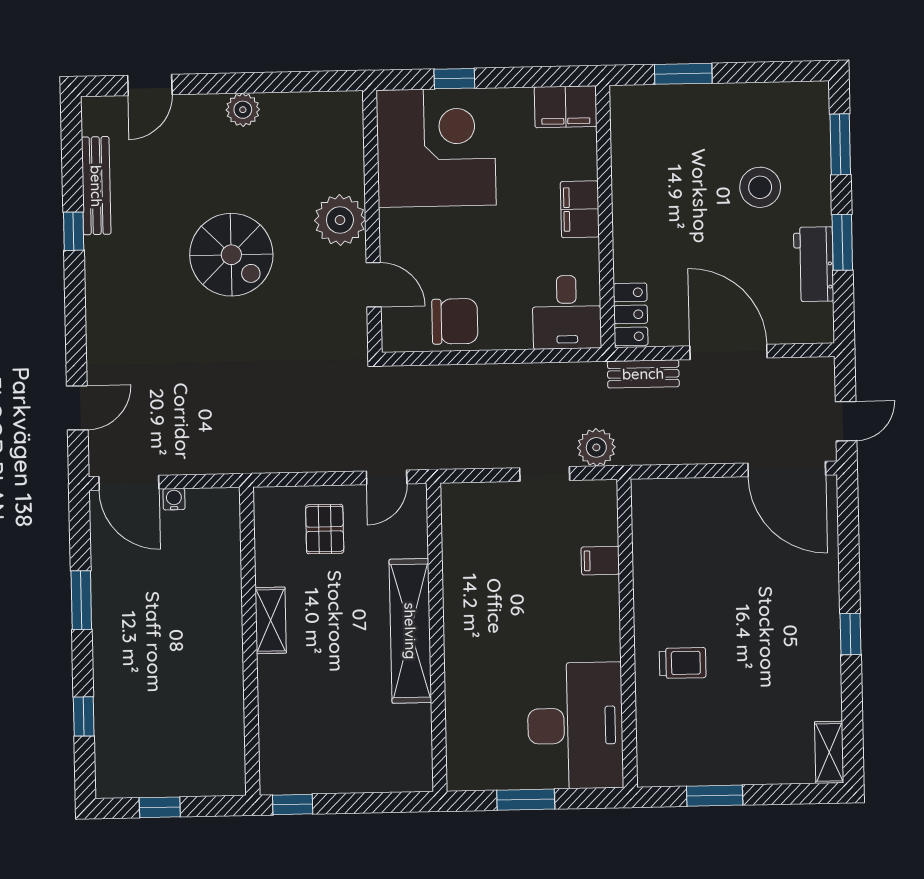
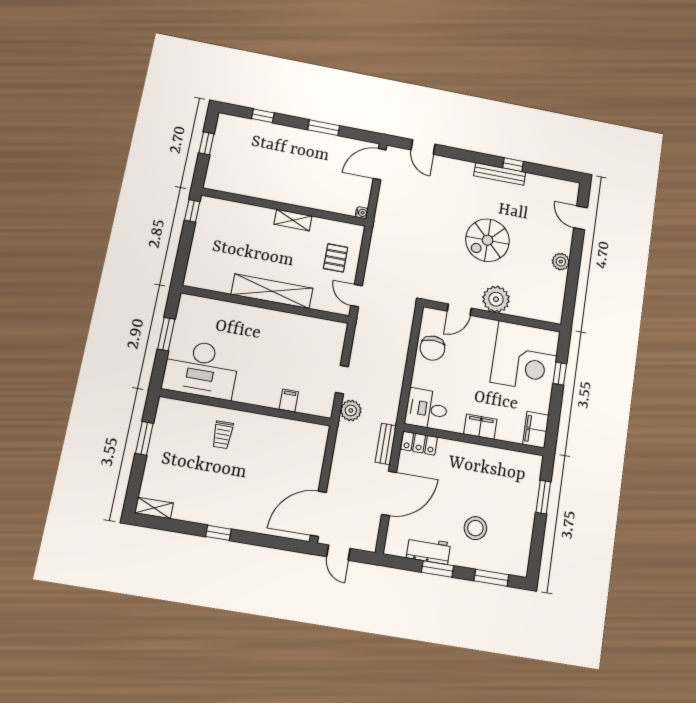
bench: (96, 186) -> (500, 174), moved
water cooler: (174, 499) -> (362, 213), moved
pallet: (325, 529) -> (336, 258), turned 90

